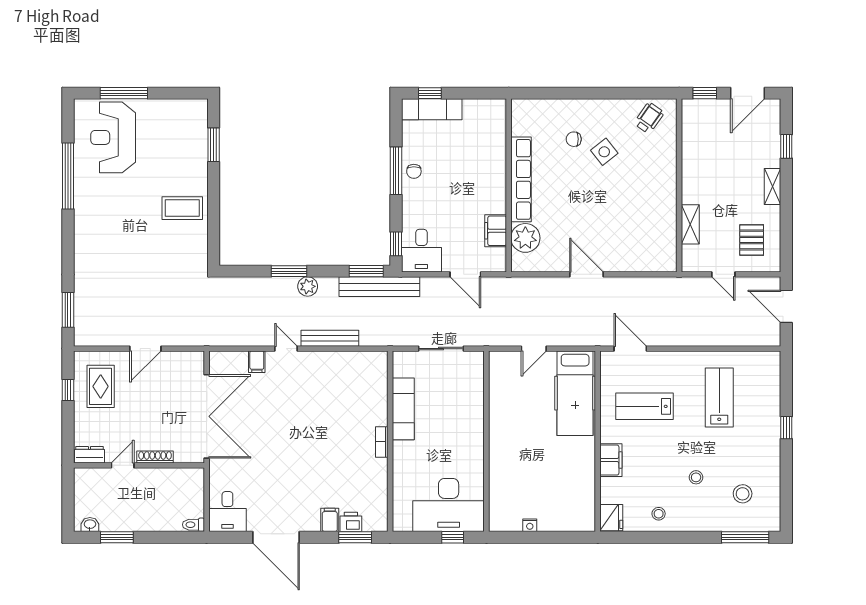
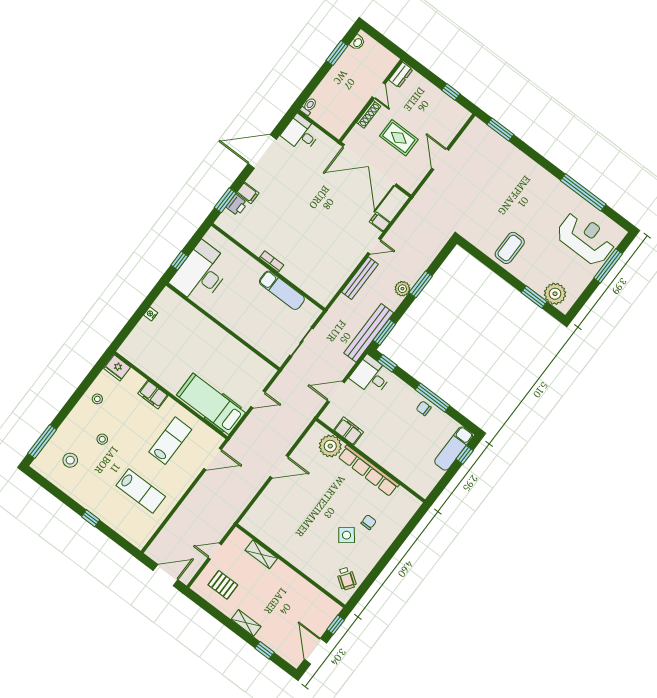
plant: (194, 126) -> (555, 294), added
door: (534, 349) -> (258, 399), swing flipped
rug: (101, 386) -> (399, 138), moved

